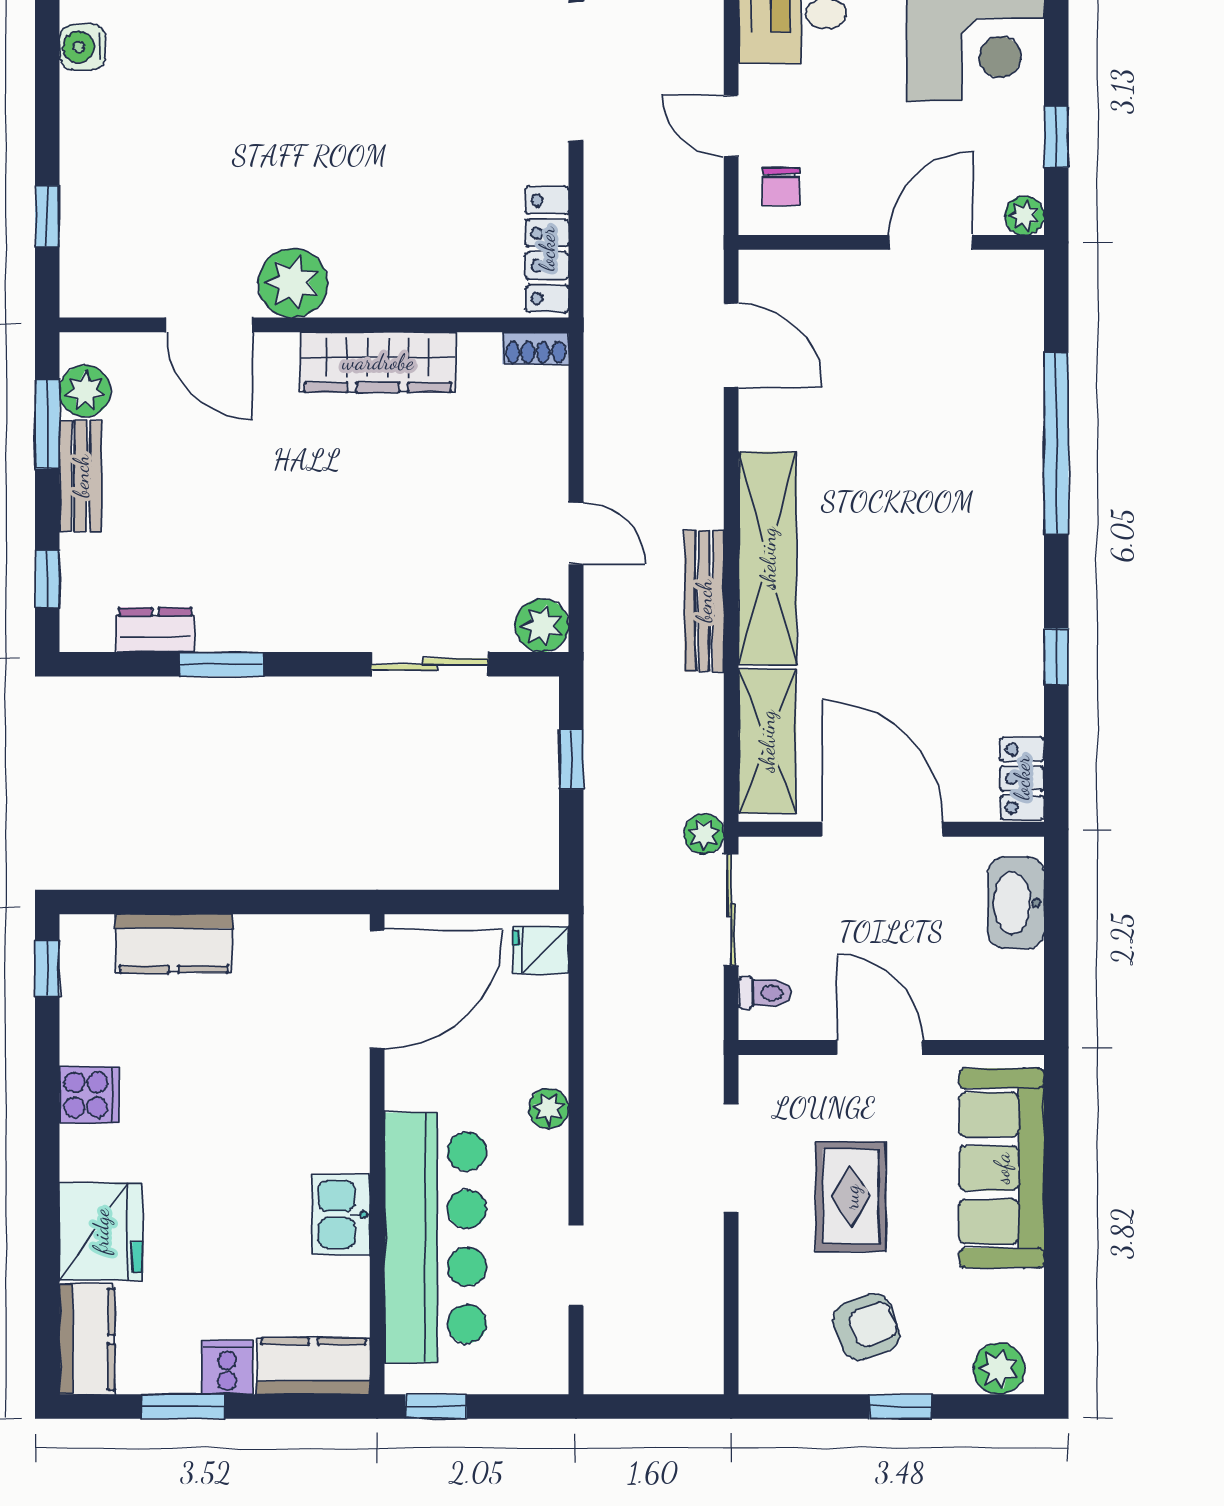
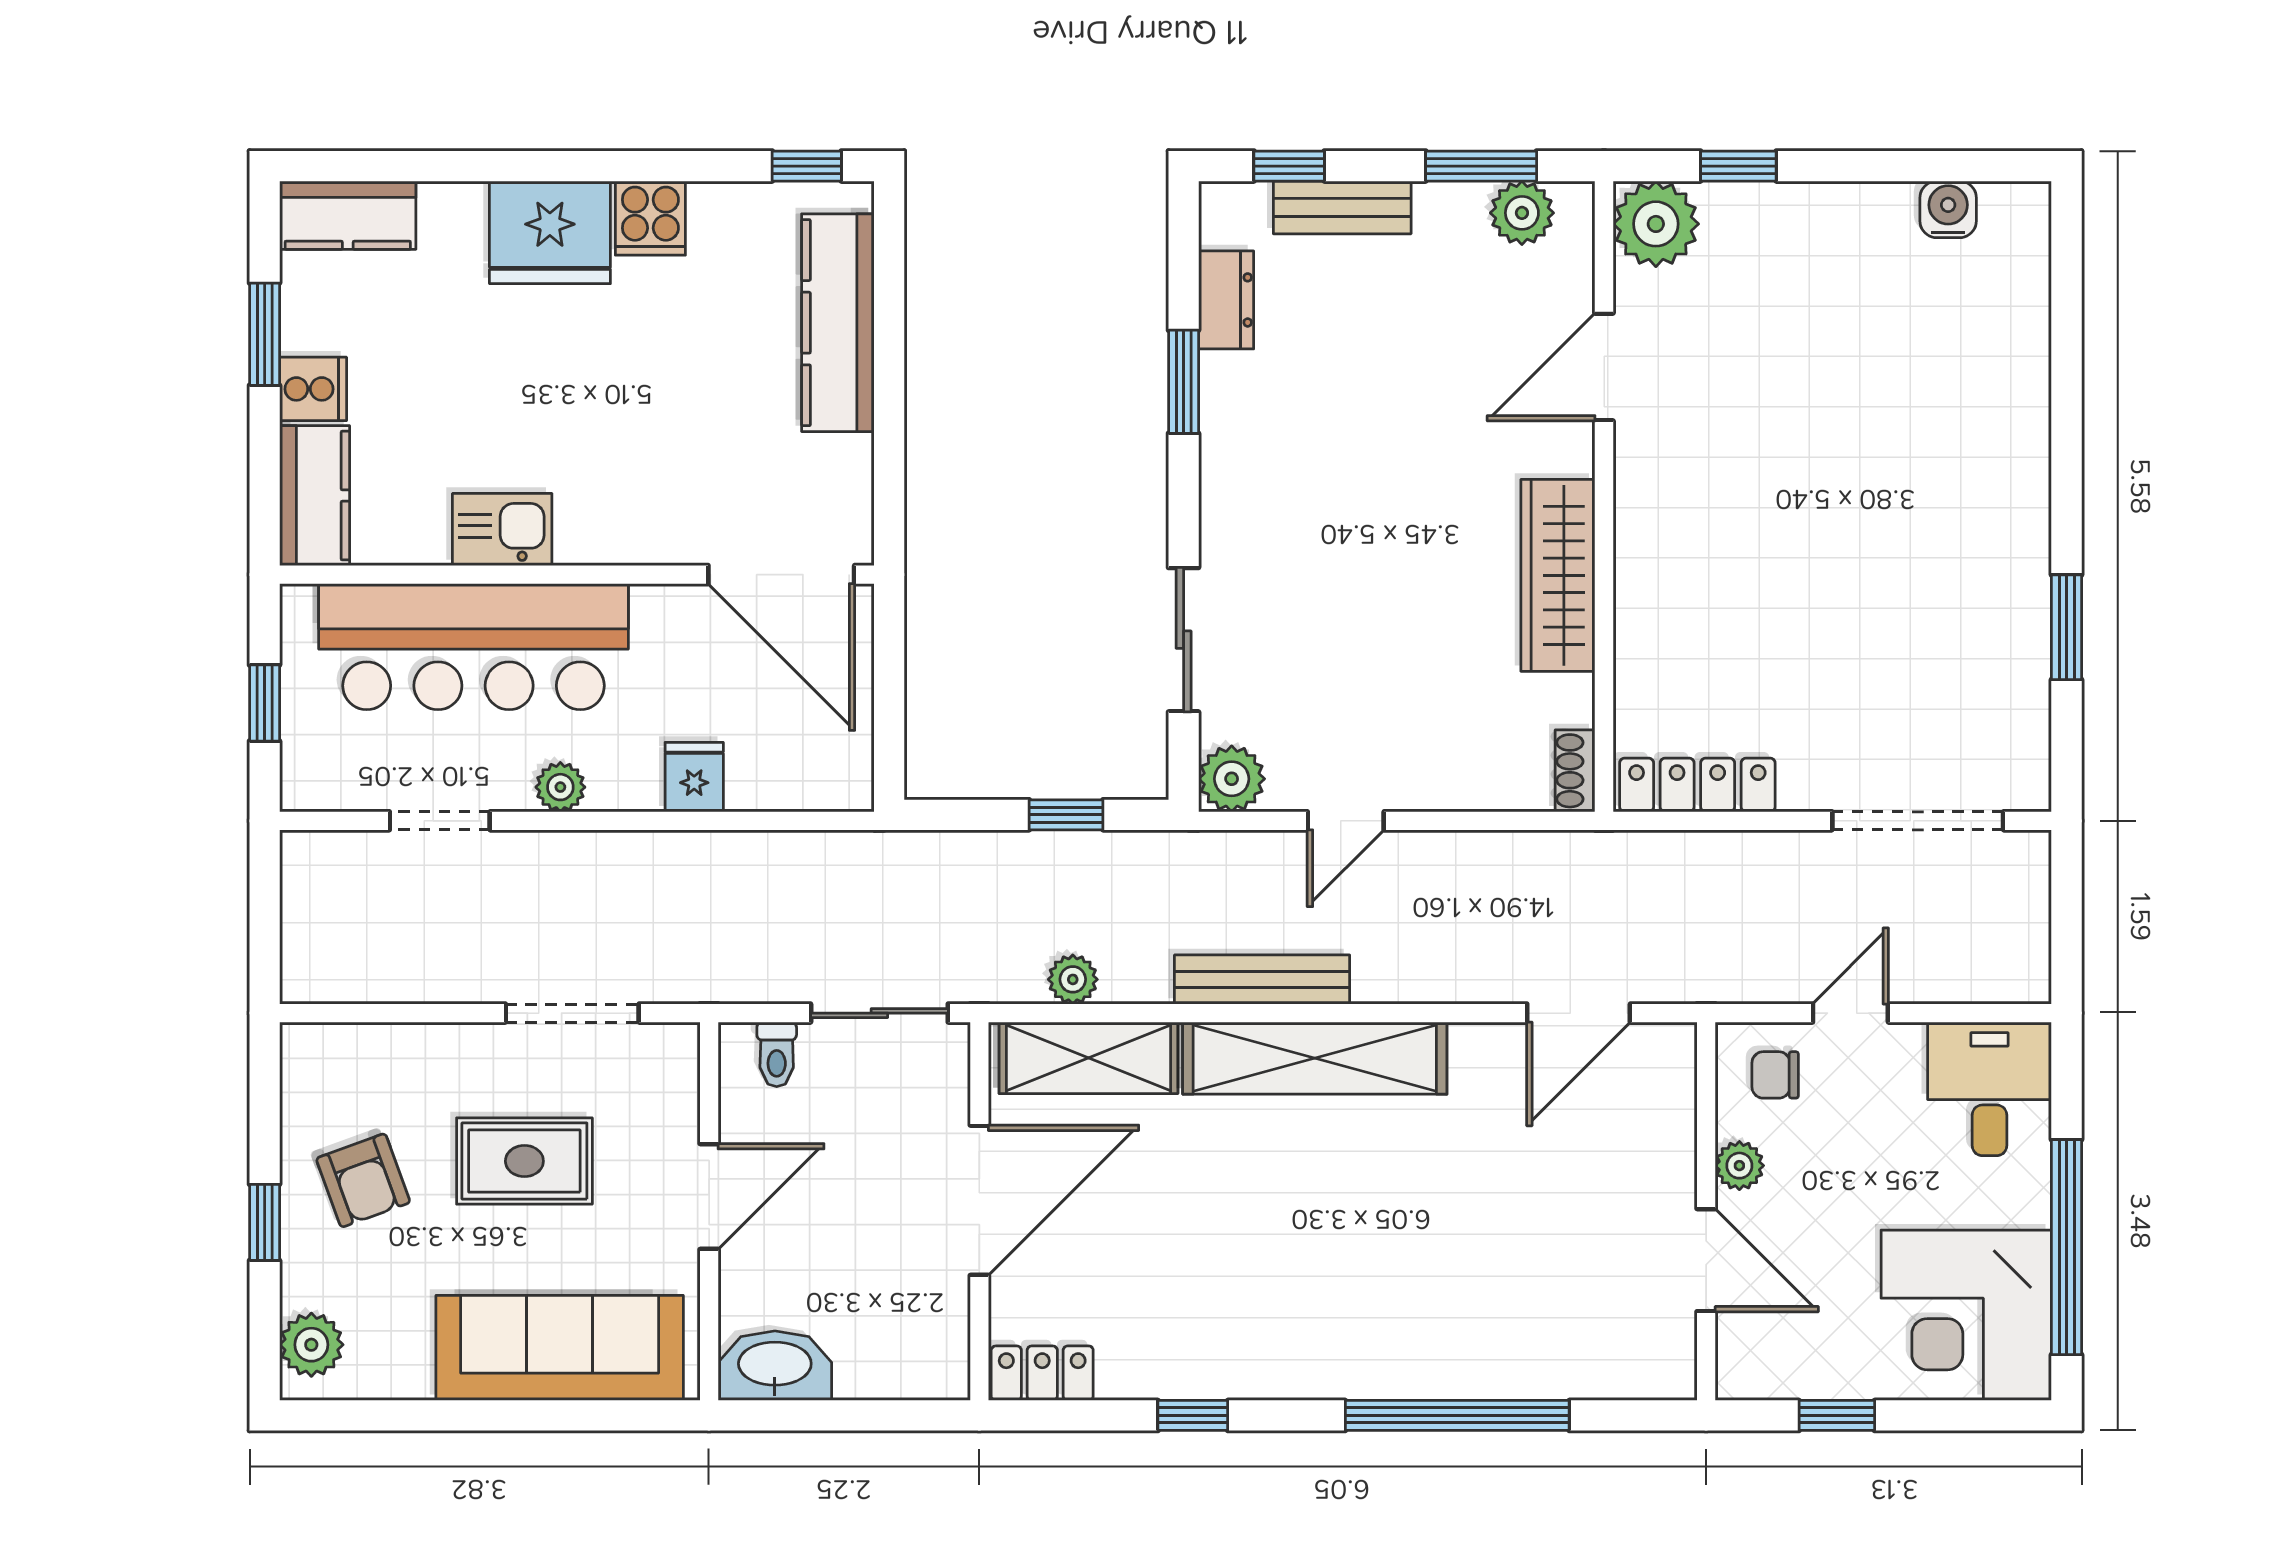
plant: (1024, 215) -> (1739, 1166), moved
plant: (293, 283) -> (1656, 224), moved
bench: (81, 476) -> (1342, 207), moved
plant: (704, 834) -> (1073, 979), moved
washbasin: (1016, 903) -> (775, 1366), moved
kitchen counter: (174, 943) -> (838, 323), width x1.50
fridge: (541, 950) -> (694, 777), moved
plant: (549, 1108) -> (560, 787), moved
fridge: (101, 1231) -> (550, 232), moved
window: (436, 1406) -> (265, 703), moved

